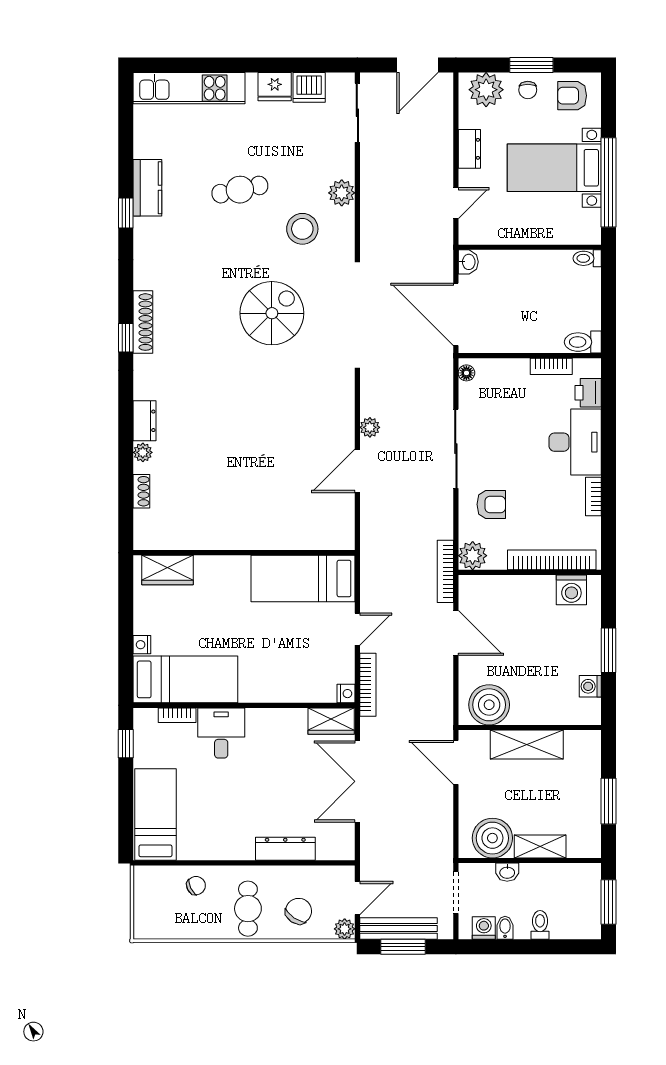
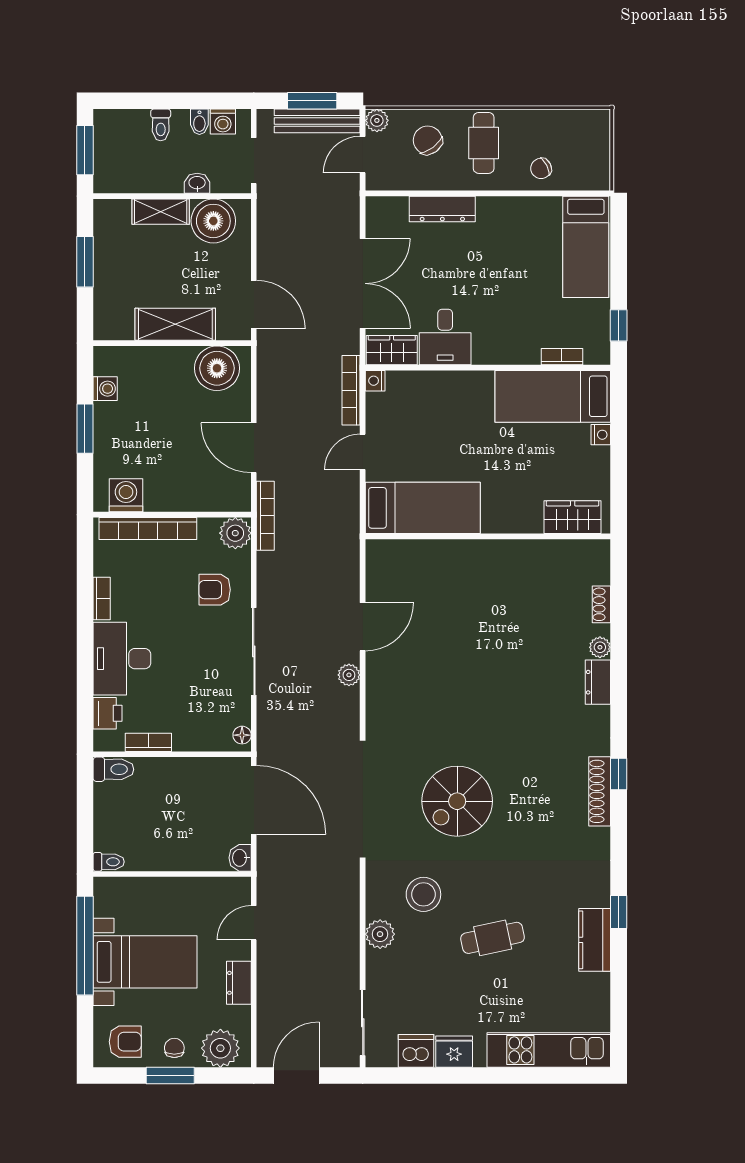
desk: (221, 733) -> (445, 337), moved
chair: (299, 911) -> (428, 140), turned 109

